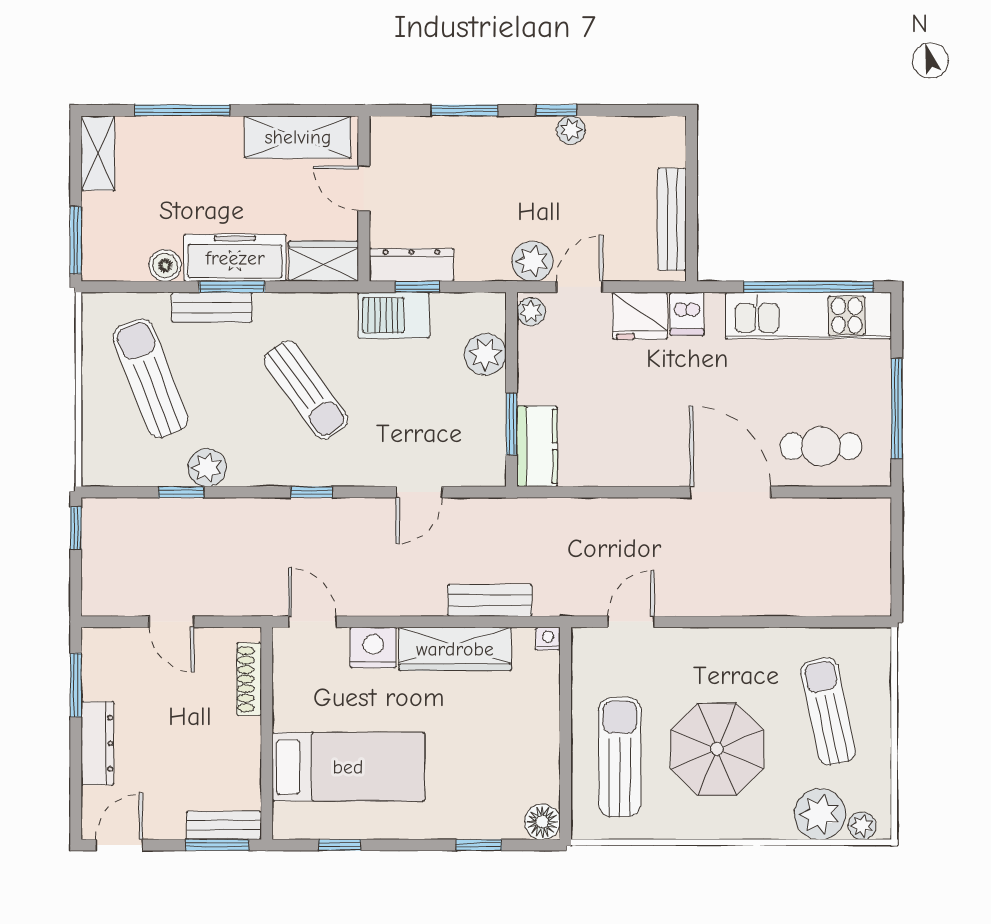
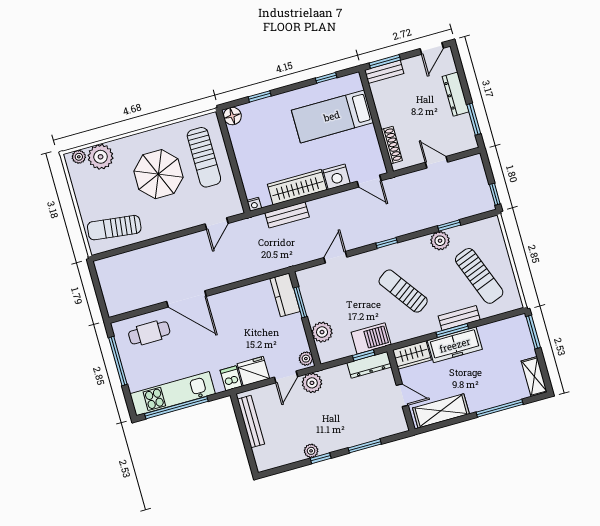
boiler: (165, 265) -> (487, 332), removed
sun lounger: (828, 711) -> (114, 228), moved, turned 109

